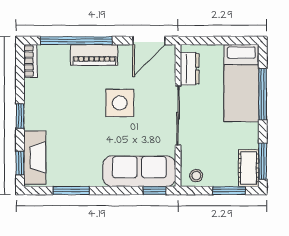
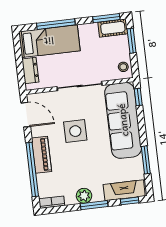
dresser: (190, 69) -> (30, 71), moved, turned 90
plant: (34, 104) -> (84, 196), added
window: (20, 116) -> (94, 205), width x1.50
sofa: (139, 171) -> (123, 120), width x1.36, depth x1.27

